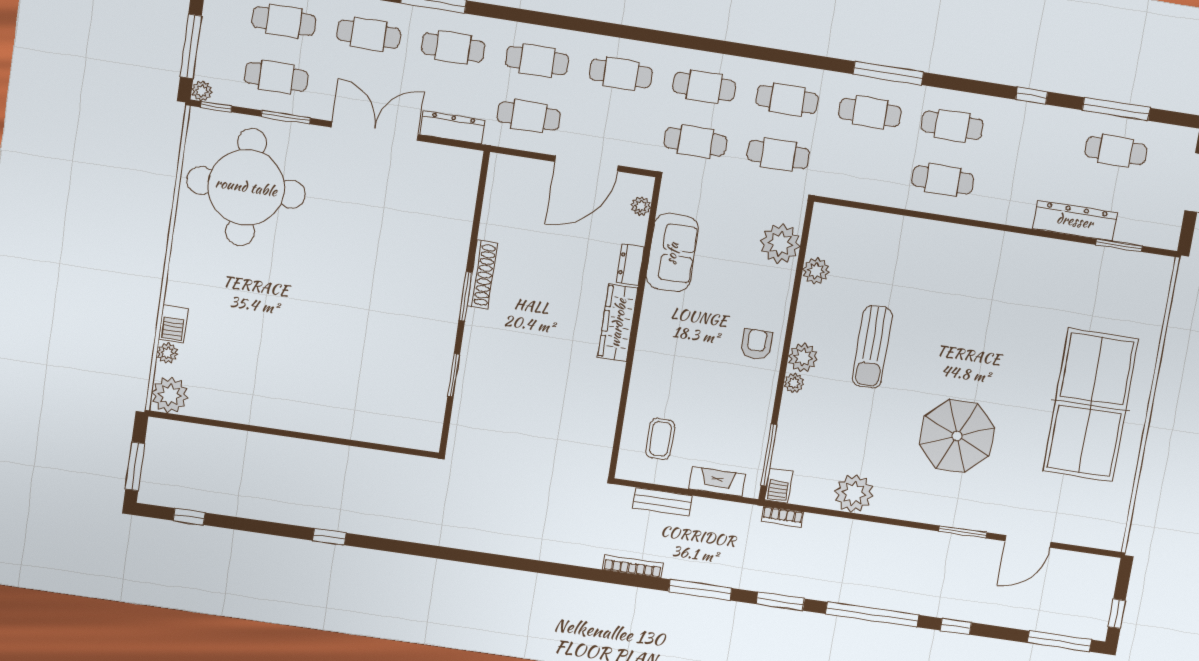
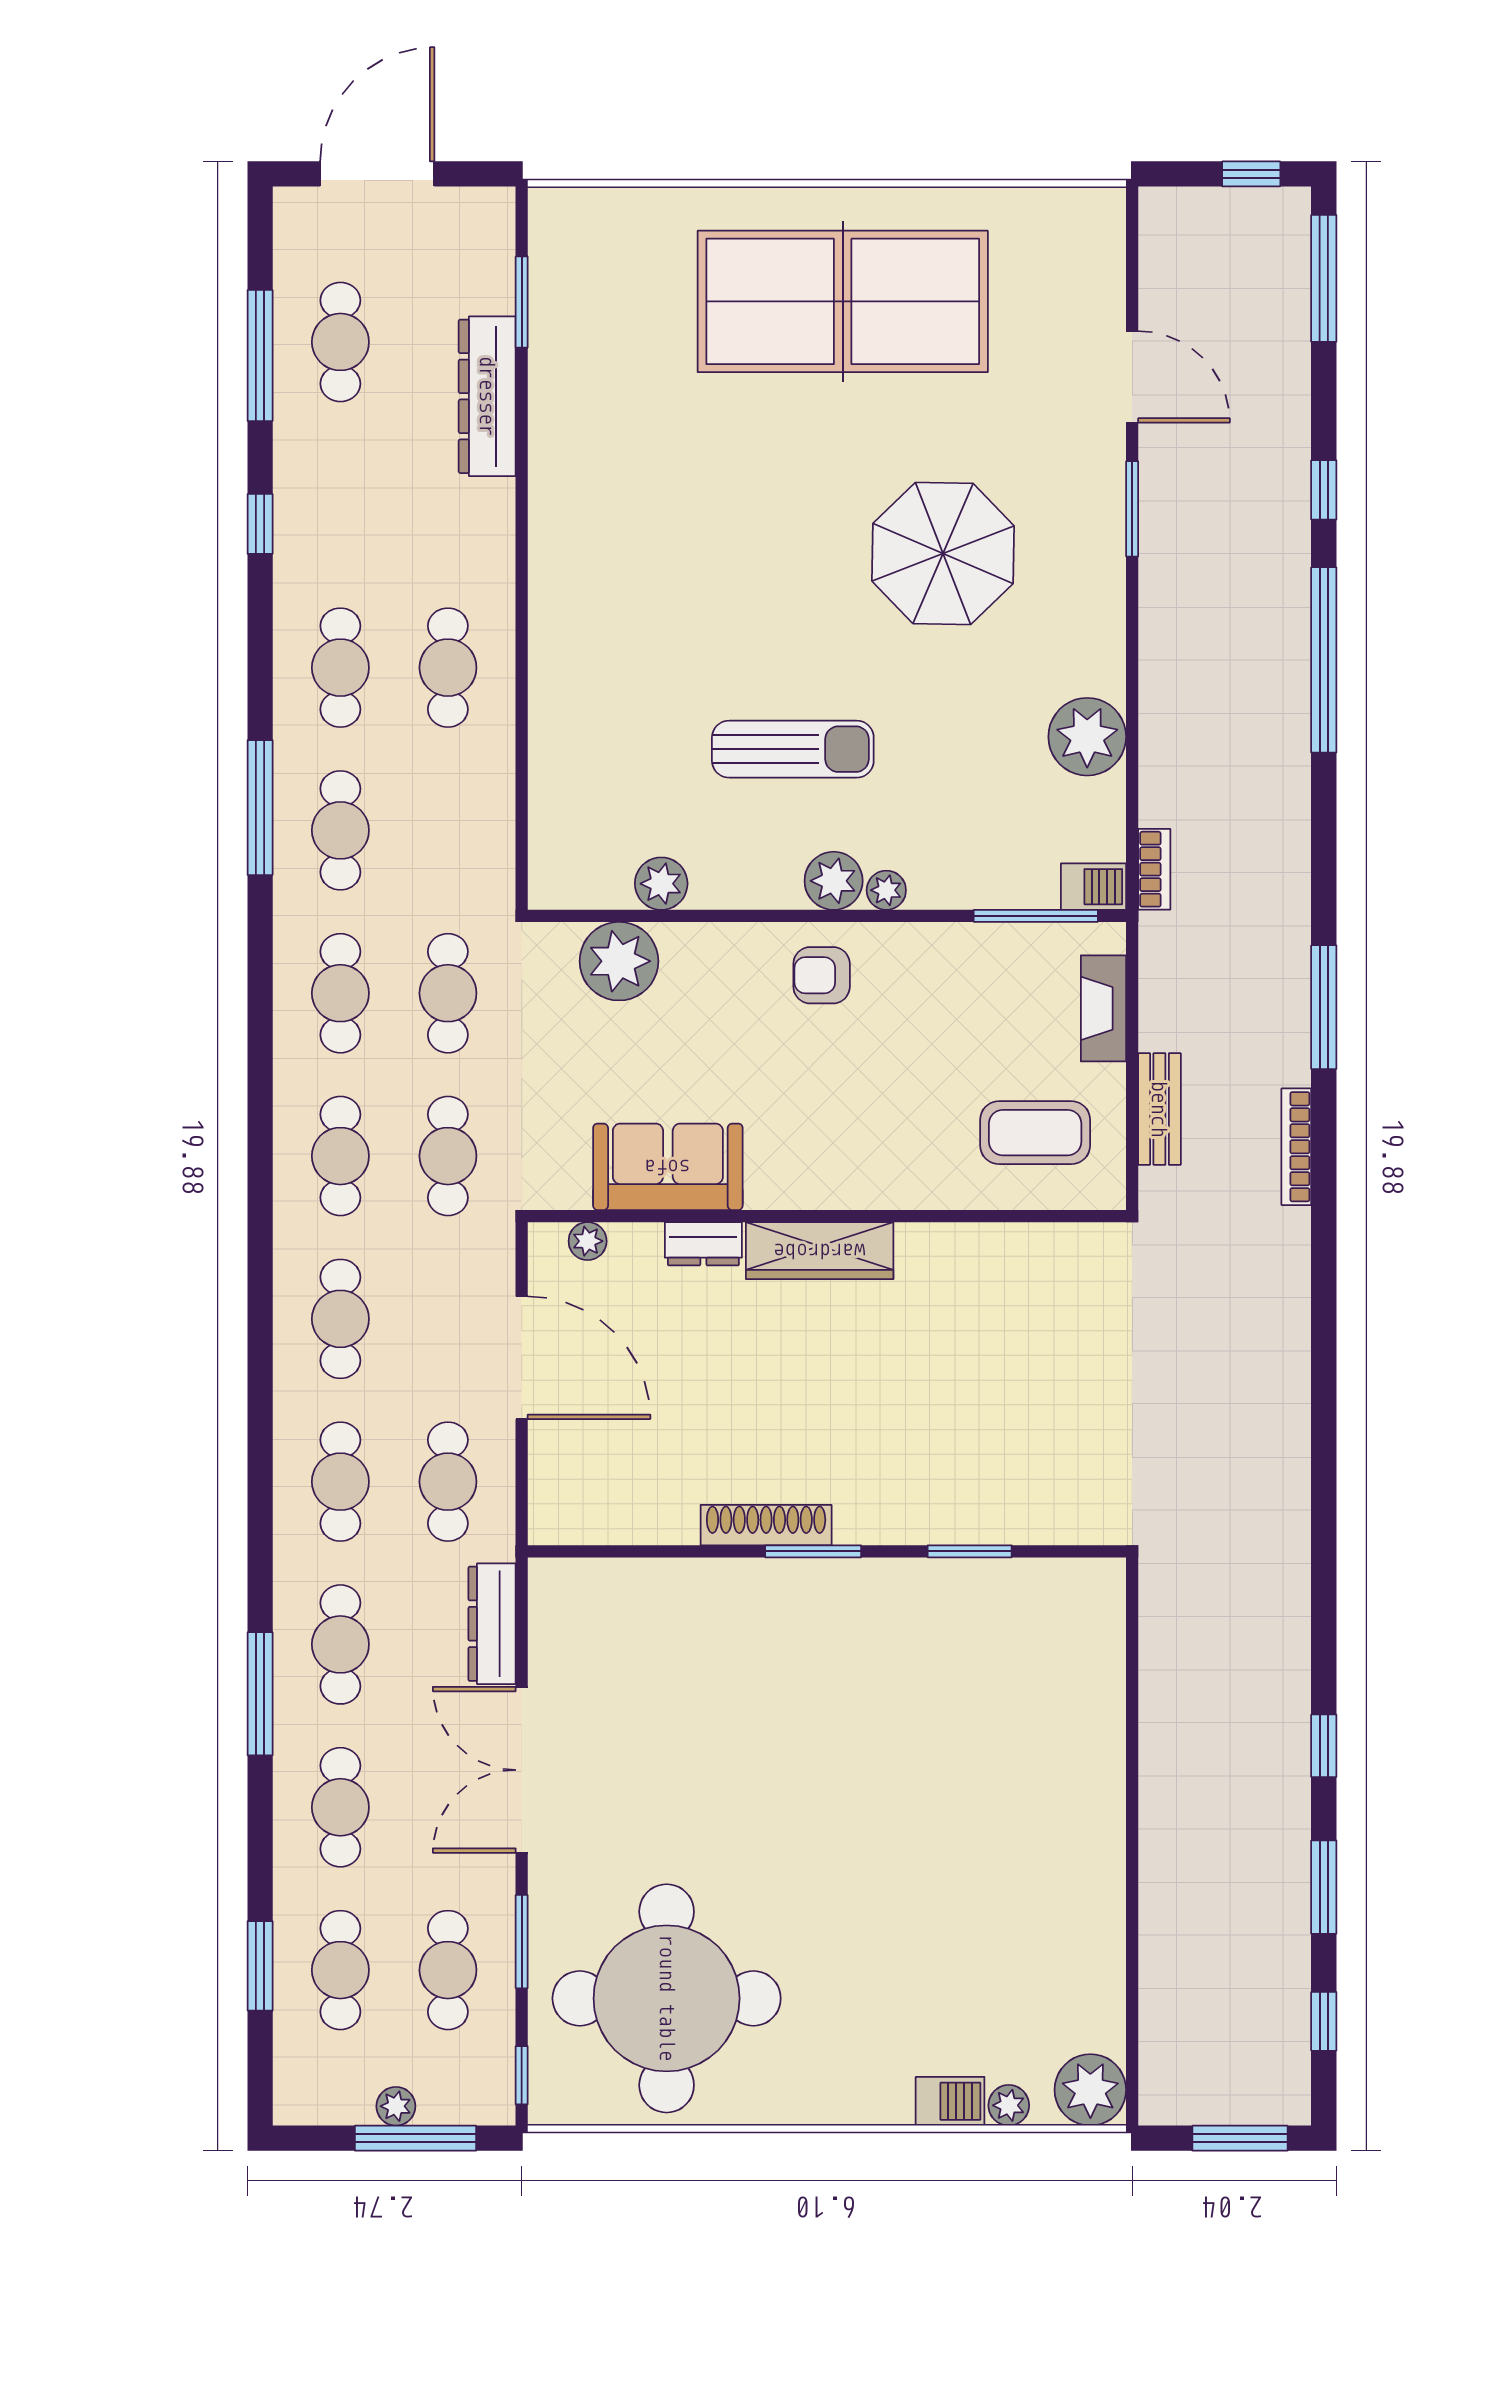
plant: (202, 91) -> (396, 2106), moved
coffee table: (660, 439) -> (1035, 1133), width x1.36, depth x1.30
window: (780, 601) -> (1324, 1887), moved

